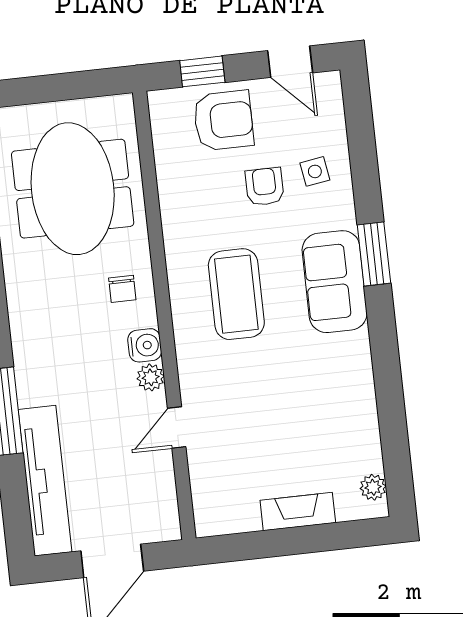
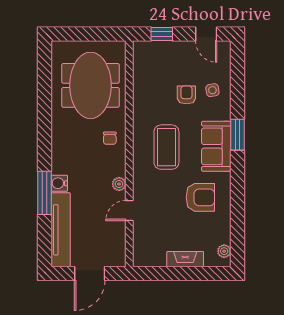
armchair: (223, 120) -> (200, 197), moved
water cooler: (145, 345) -> (59, 183), moved, turned 180

